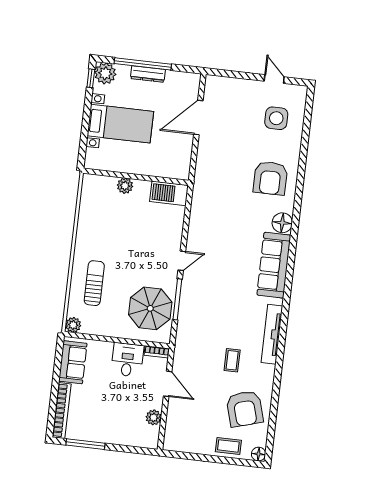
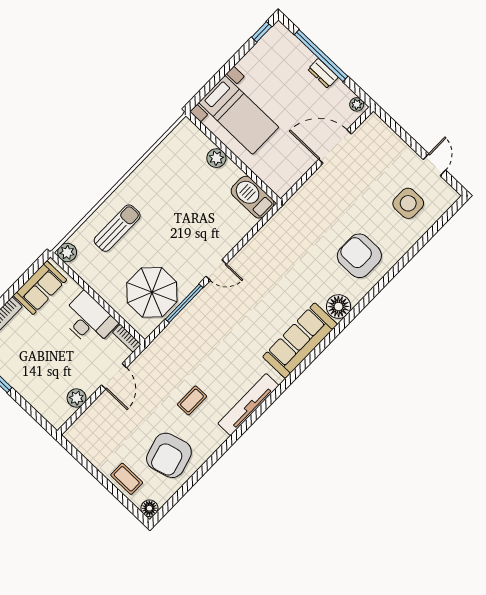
plant: (105, 73) -> (357, 104), moved, width x0.53, depth x0.53
dresser: (148, 74) -> (323, 73), width x0.70
bed with nightstands: (120, 124) -> (239, 115), moved
armchair: (270, 178) -> (359, 256), turned 90
desk: (127, 360) -> (88, 320), width x1.37

